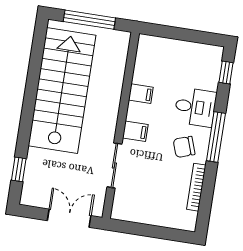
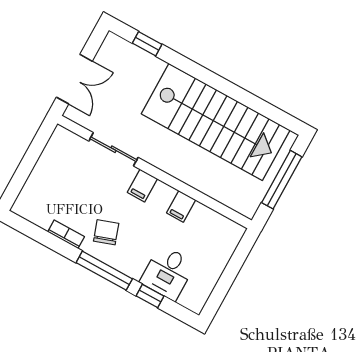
window: (226, 73) -> (150, 296), moved
desk: (195, 107) -> (168, 273), moved
bookcase: (196, 187) -> (66, 234), width x0.64

